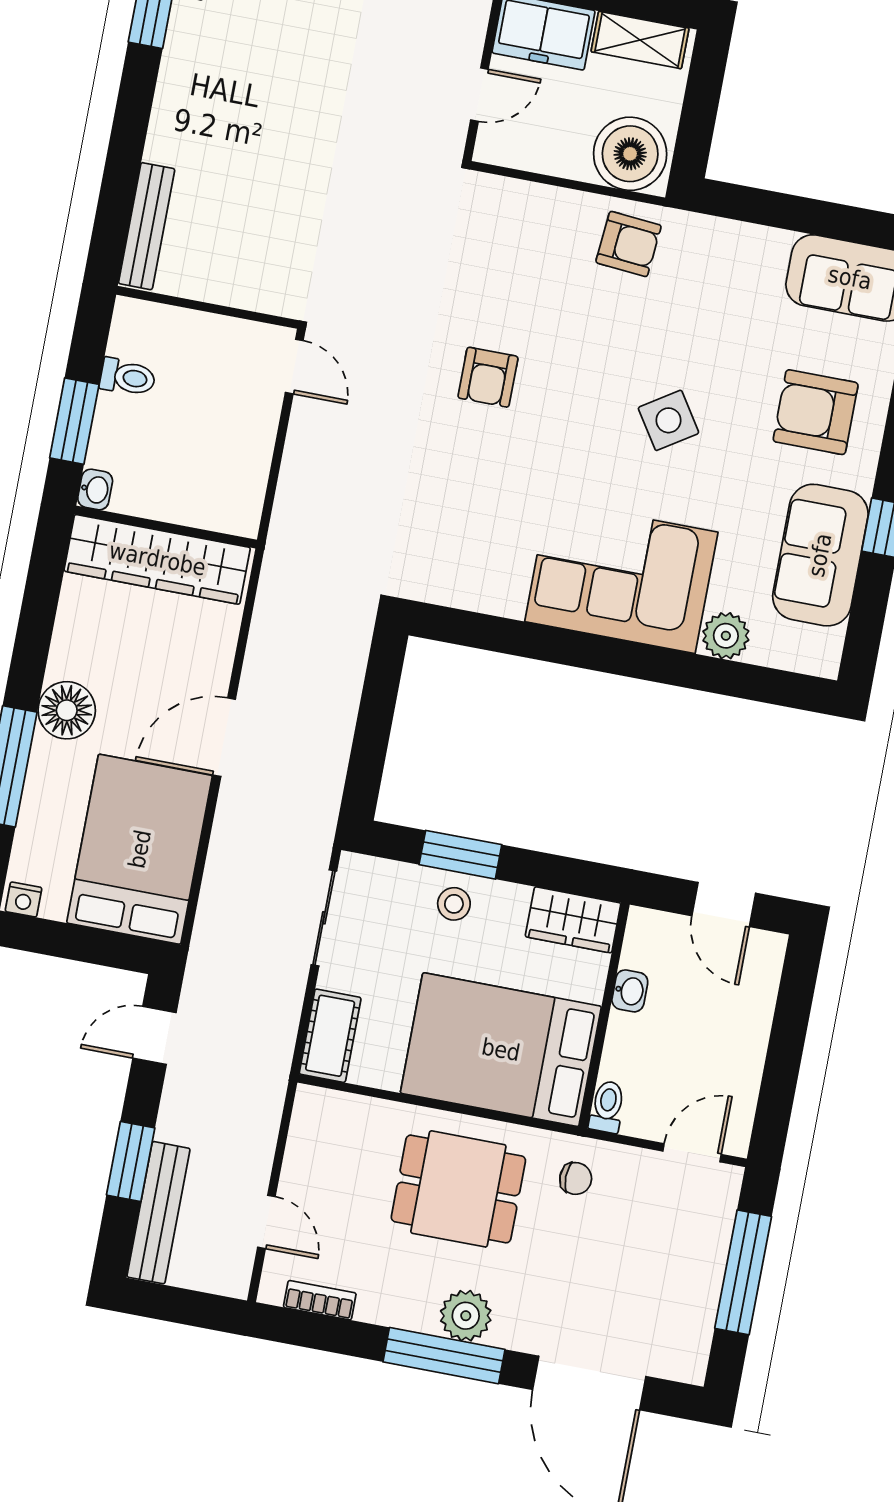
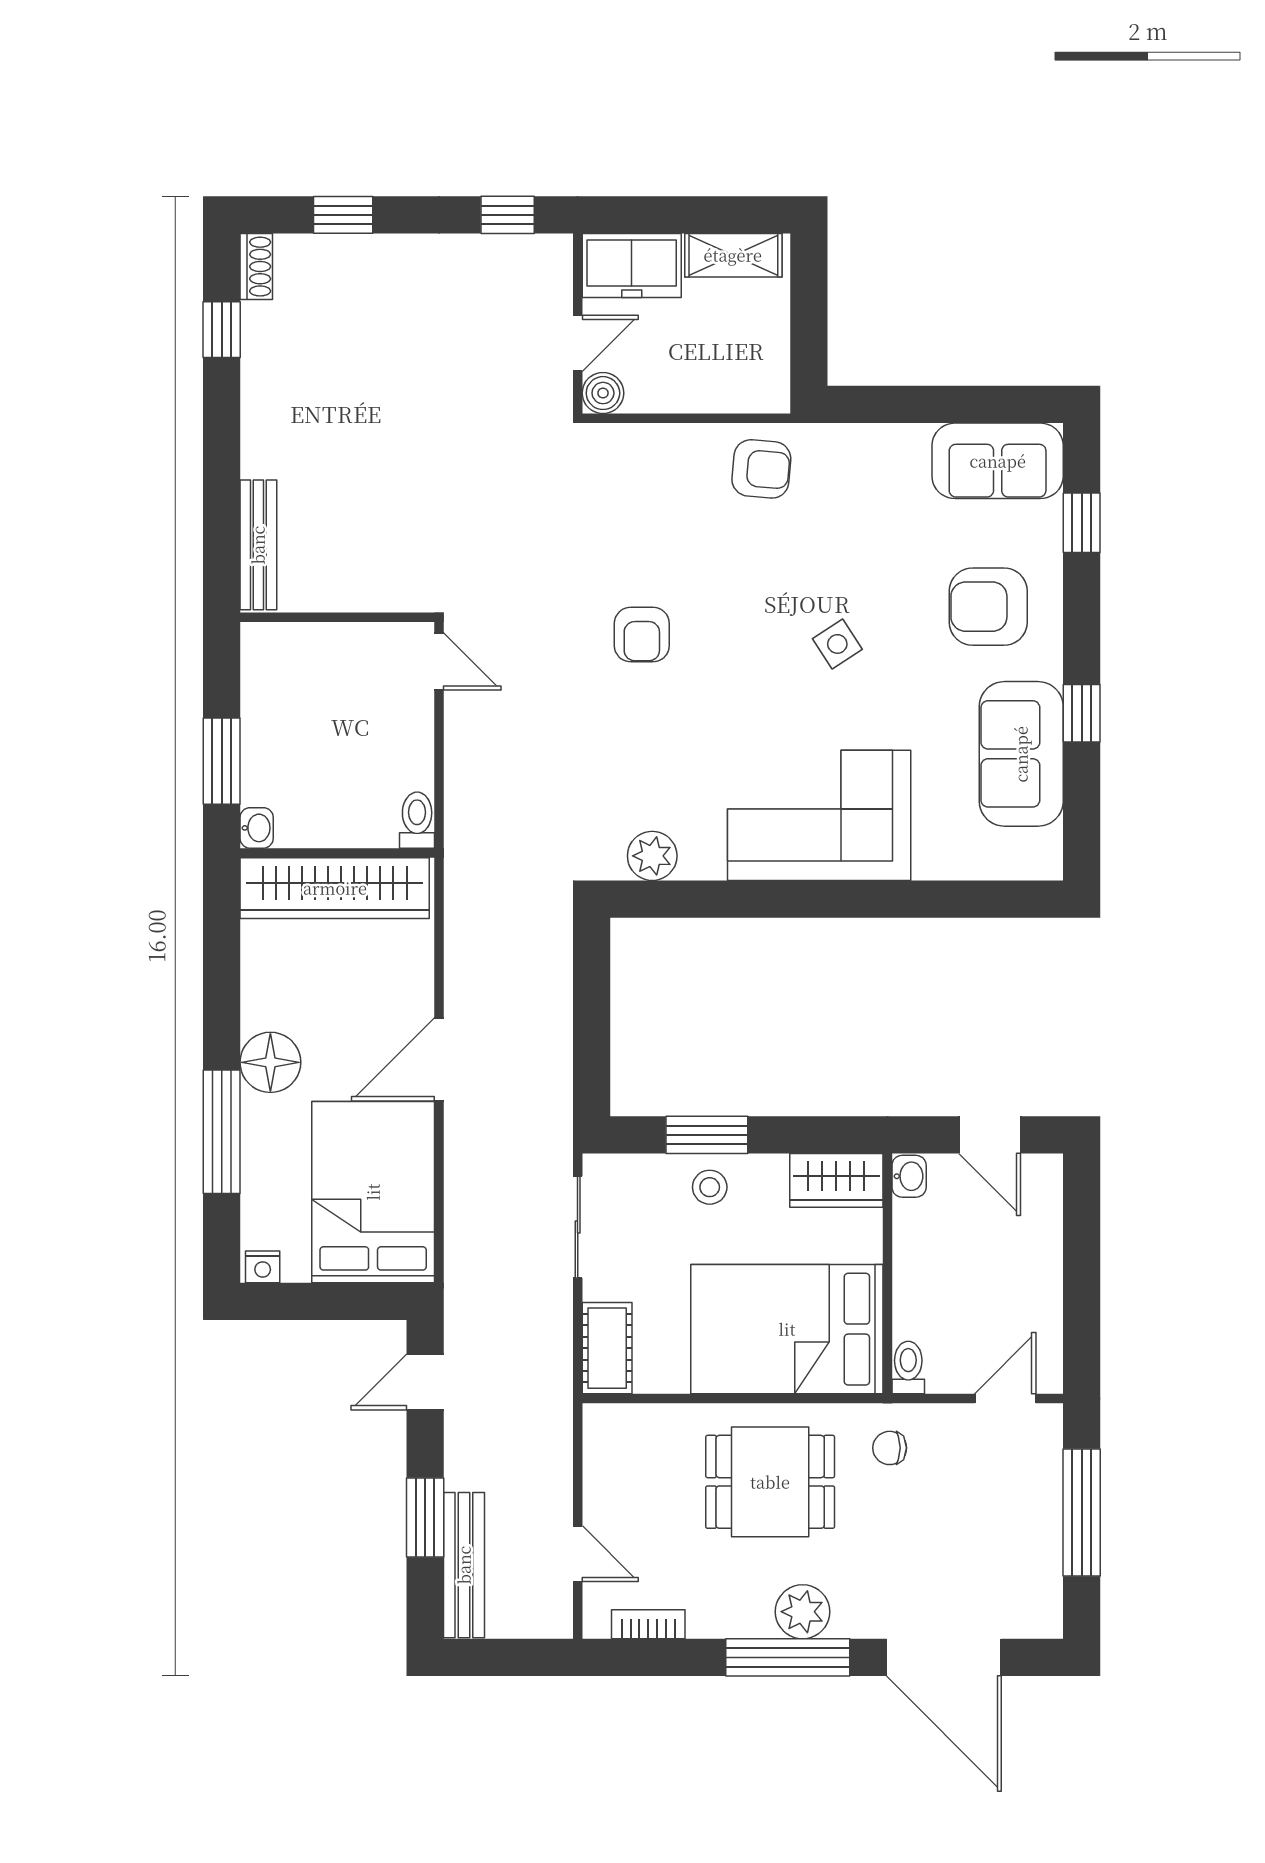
boiler: (630, 154) -> (603, 393), moved, width x0.54, depth x0.54
toilet: (128, 377) -> (417, 820), moved, turned -90
side table: (668, 420) -> (837, 644), width x0.73, depth x0.73
plant: (726, 636) -> (652, 856), moved
washbasin: (630, 991) -> (909, 1176), moved
chair: (576, 1178) -> (890, 1448), turned 180

